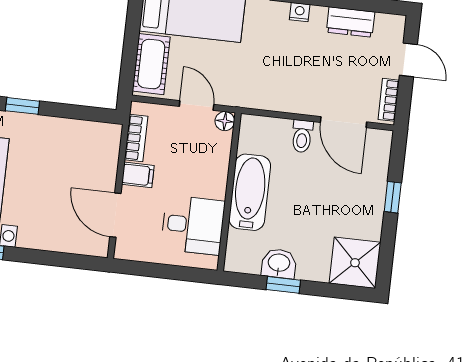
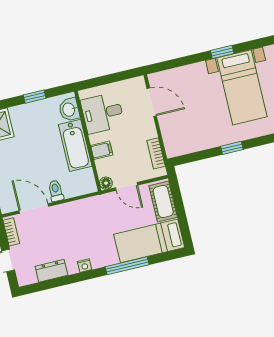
filing cabinet: (138, 175) -> (102, 150), moved, turned 180
washbasin: (279, 263) -> (69, 109), moved, turned 90

